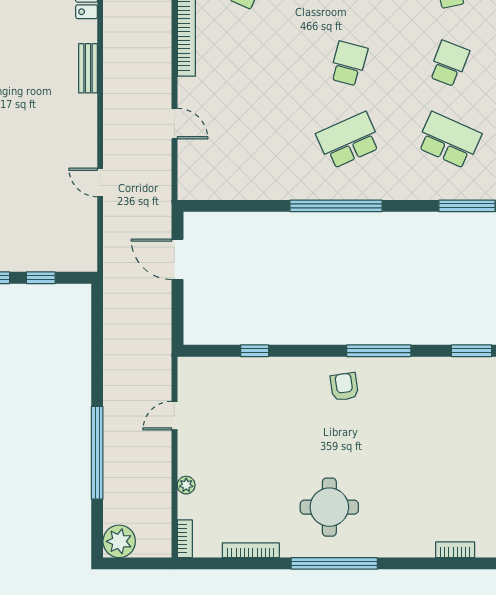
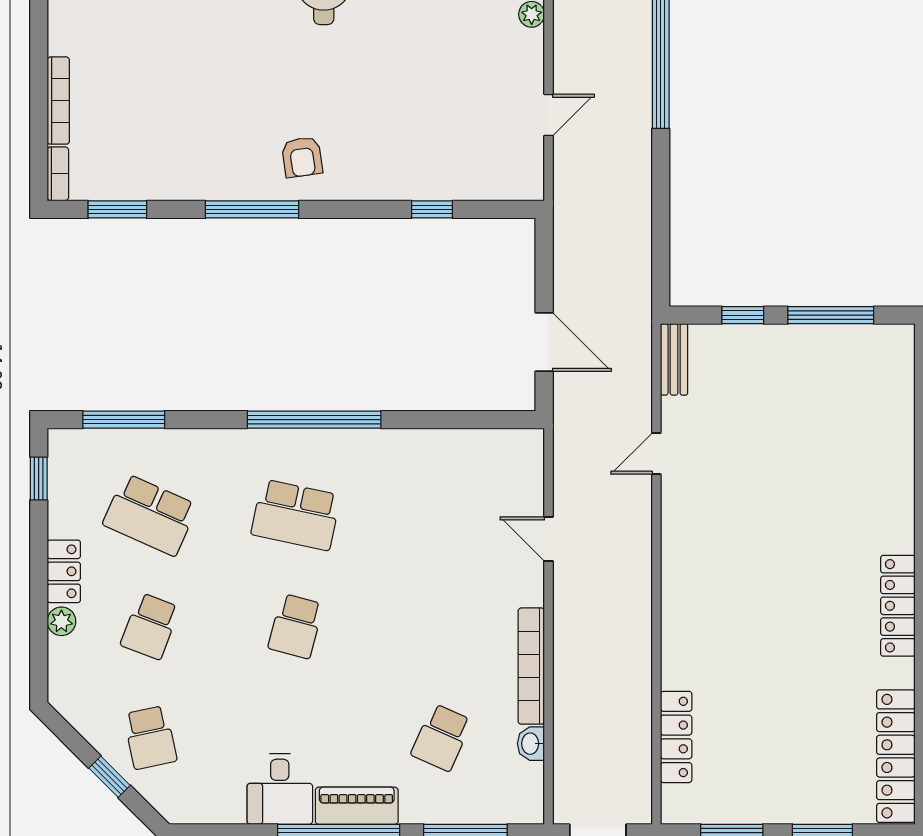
bench: (88, 68) -> (674, 359), moved
school desk: (349, 140) -> (296, 515), turned 36
door: (100, 182) -> (656, 453), swing flipped

